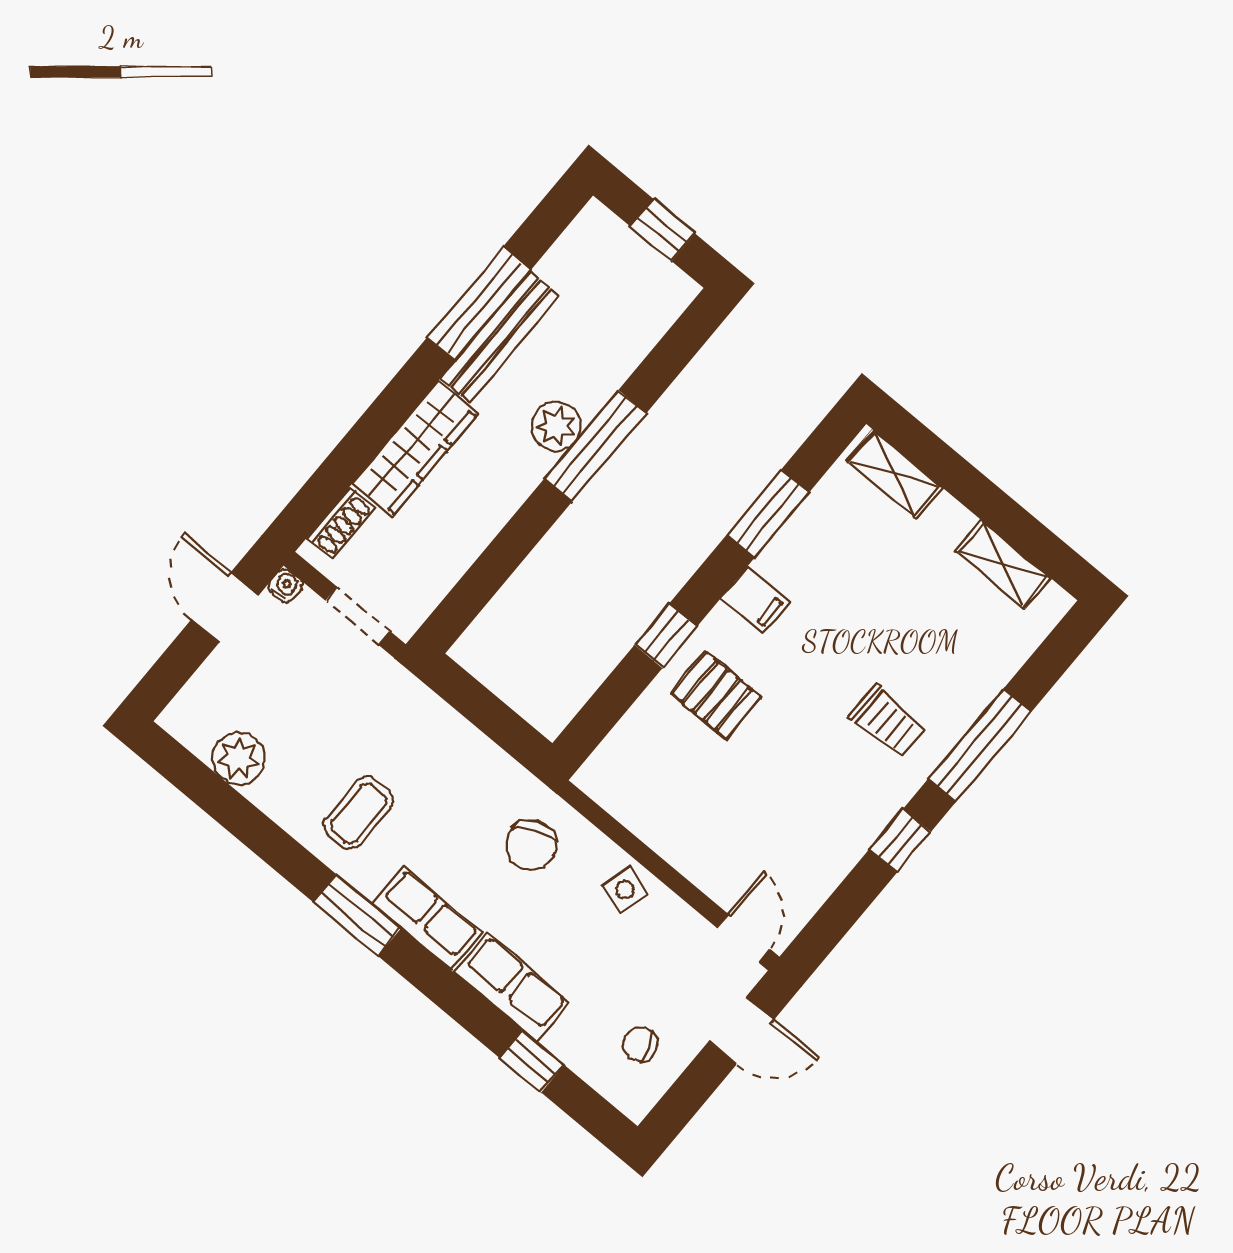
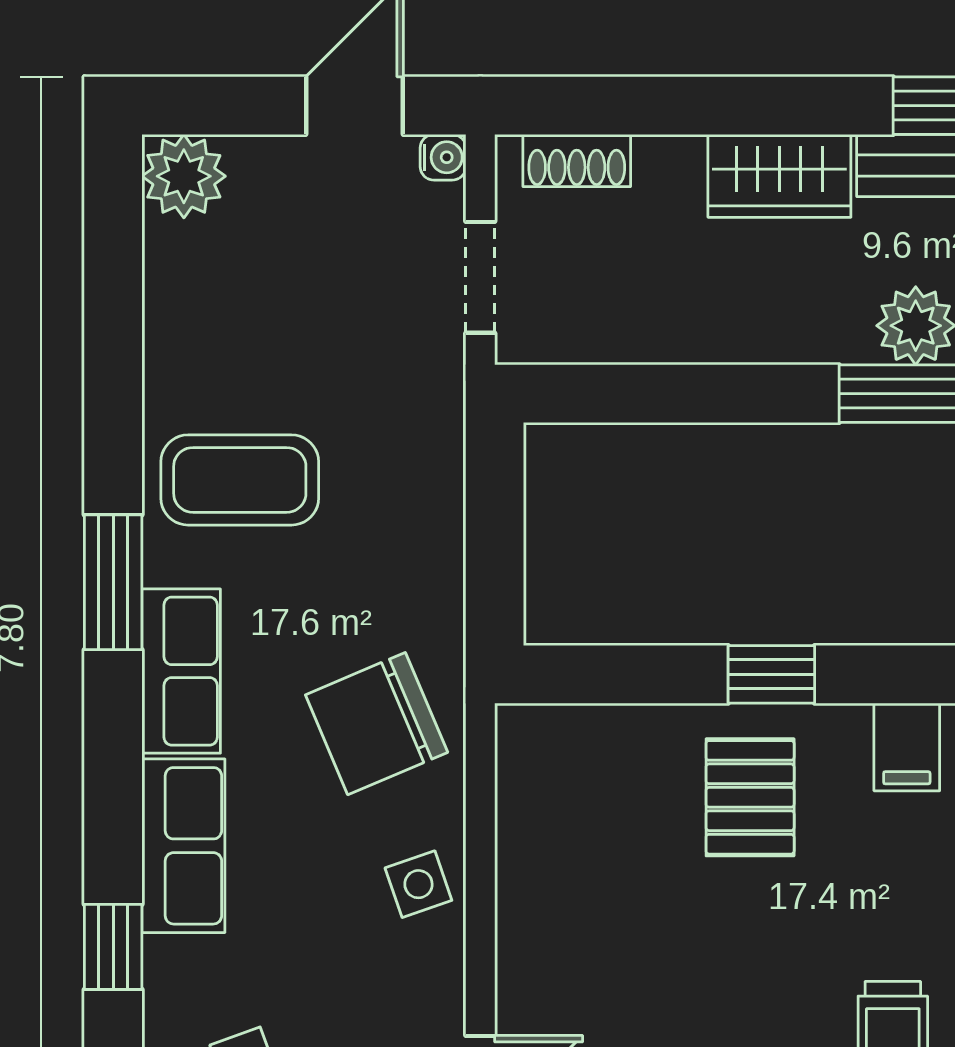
wardrobe: (415, 449) -> (779, 176), width x0.67
plant: (239, 759) -> (184, 176), moved
coffee table: (359, 813) -> (240, 480), width x1.36, depth x1.30
chair: (531, 845) -> (377, 724), width x1.37, depth x1.37
side table: (625, 890) -> (418, 884), turned -36

